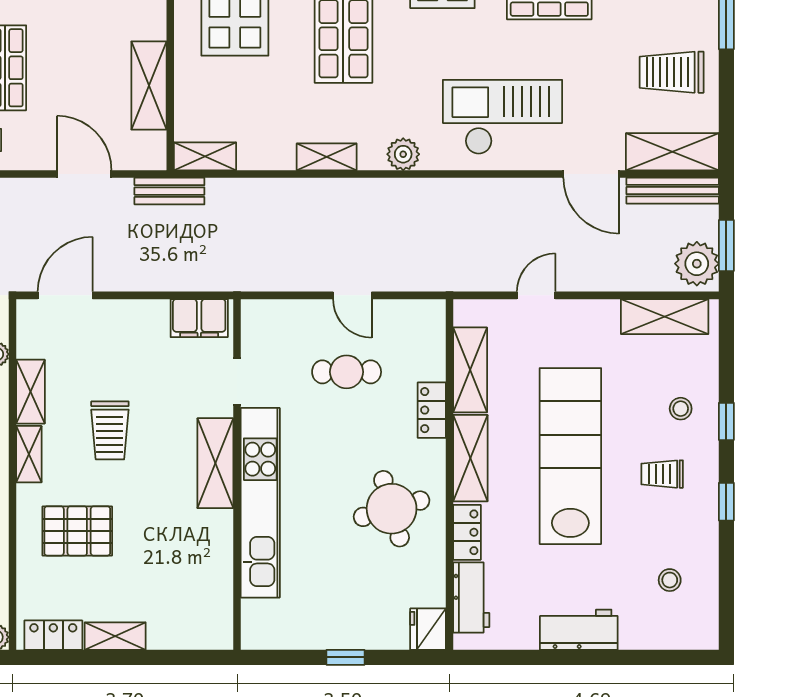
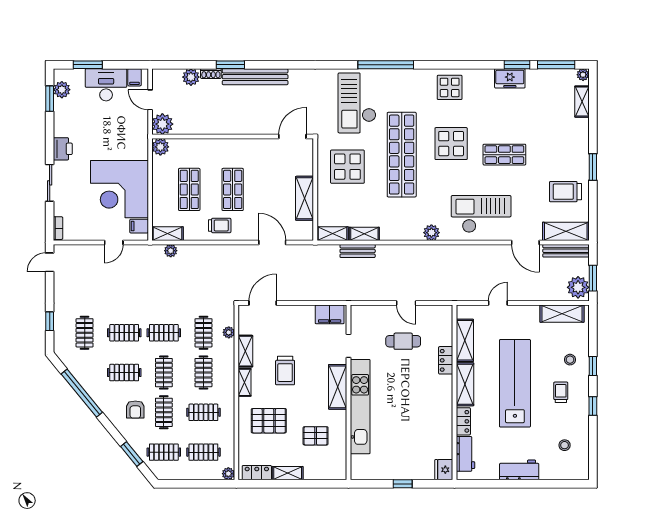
shelving: (327, 157) -> (364, 234), moved
bench: (169, 191) -> (358, 251), moved
trolley: (662, 474) -> (561, 392), turned 90
round table: (392, 509) -> (426, 410), removed
pallet: (171, 561) -> (316, 436), added

